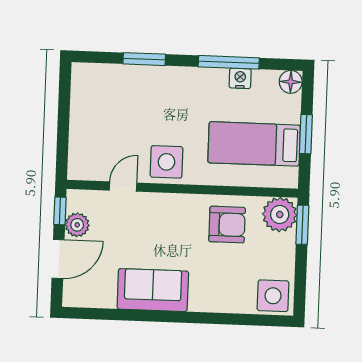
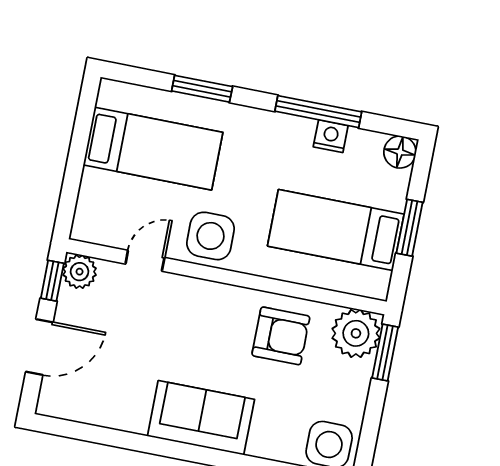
bed: (116, 107) -> (153, 149), added
plant: (77, 225) -> (80, 272), moved
sofa: (153, 290) -> (201, 418), moved

